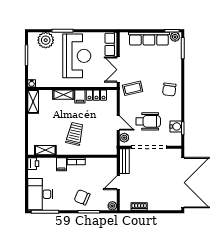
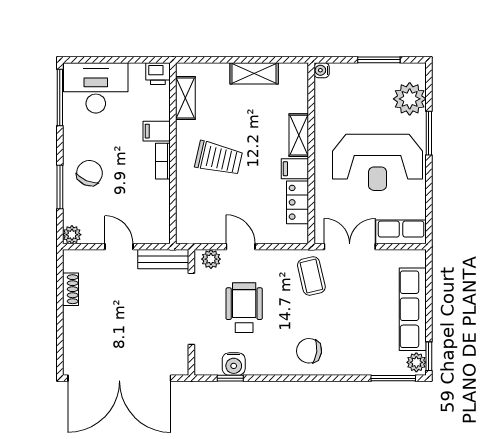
shelving: (33, 102) -> (254, 73), moved
wheelchair: (148, 121) -> (244, 308), turned 180
door: (118, 123) -> (241, 247), swing flipped

